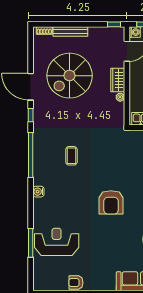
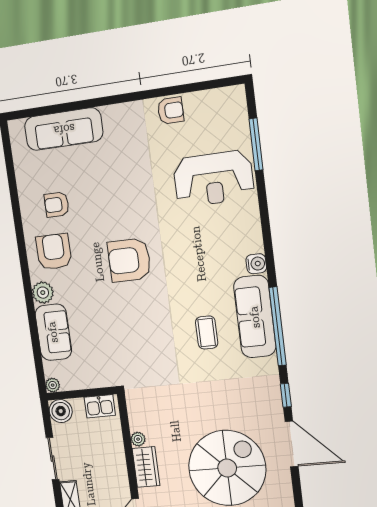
sofa: (43, 162) -> (255, 317), added
armchair: (111, 202) -> (129, 260), turned -90
window: (31, 243) -> (256, 144), moved

